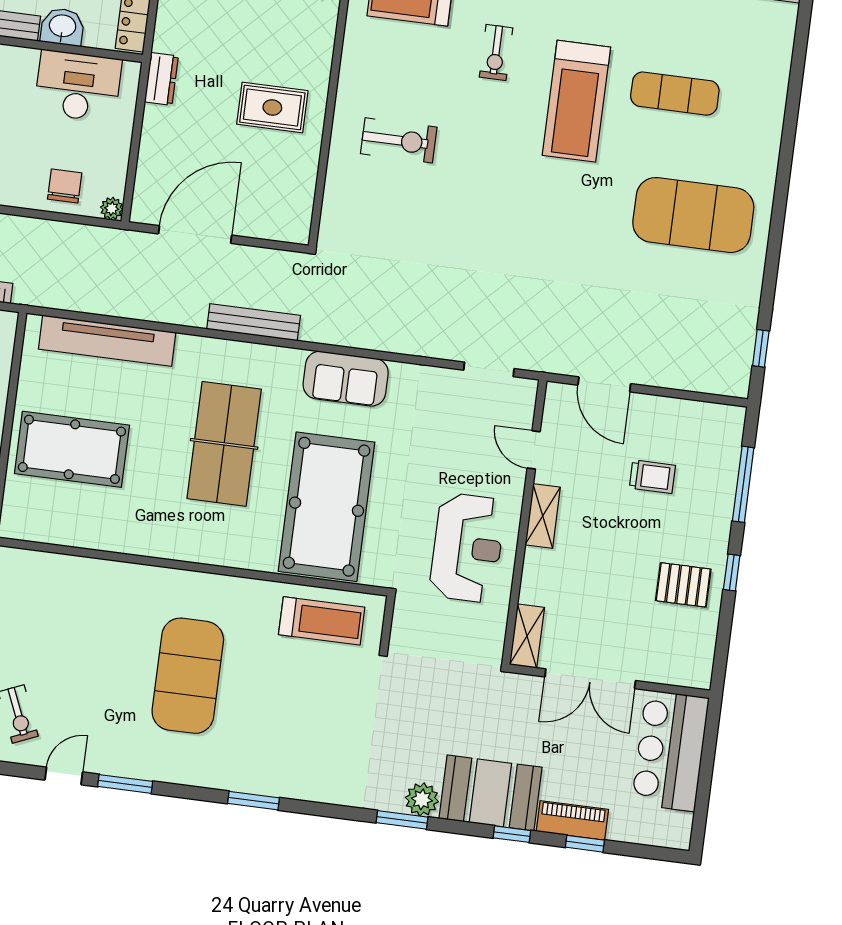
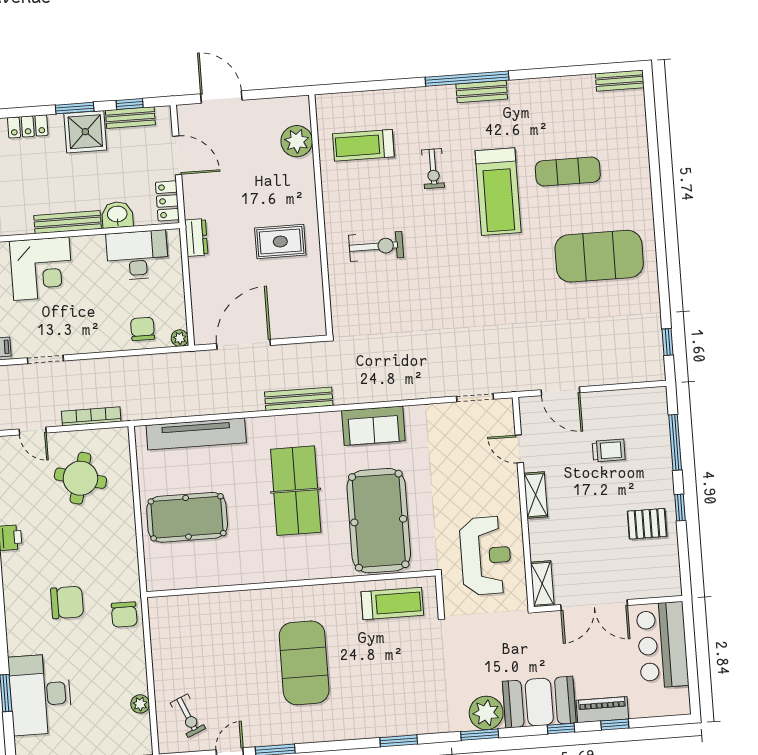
reception desk: (467, 548) -> (486, 556), moved
plant: (422, 799) -> (486, 713), width x1.36, depth x1.36
window: (253, 801) -> (399, 741), moved

